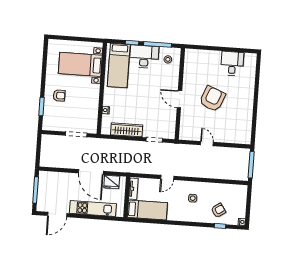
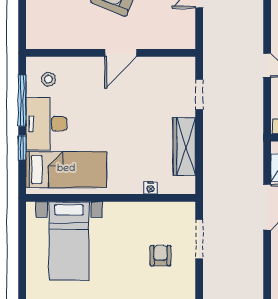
armchair: (59, 95) -> (160, 256), moved

